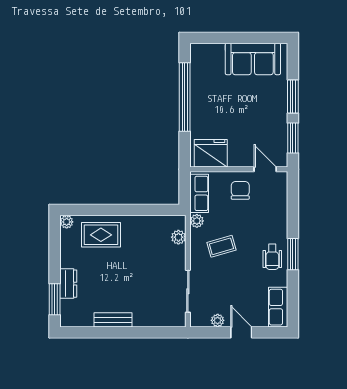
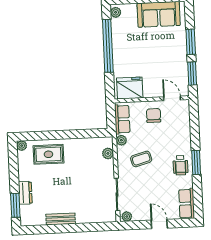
plant: (197, 54) -> (116, 12), added
plant: (218, 320) -> (127, 216), moved

